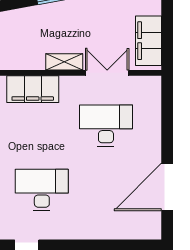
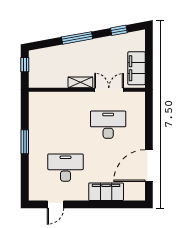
filing cabinet: (33, 89) -> (106, 192), moved, turned 180

